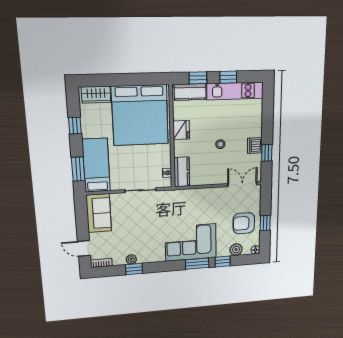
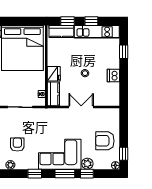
fridge: (181, 130) -> (54, 74), moved
window: (267, 153) -> (124, 52), moved
double door: (242, 184) -> (81, 107), moved
window: (265, 223) -> (124, 154), moved
armchair: (139, 235) -> (17, 145), added
plant: (236, 250) -> (87, 164), moved
window: (134, 269) -> (35, 174), moved

